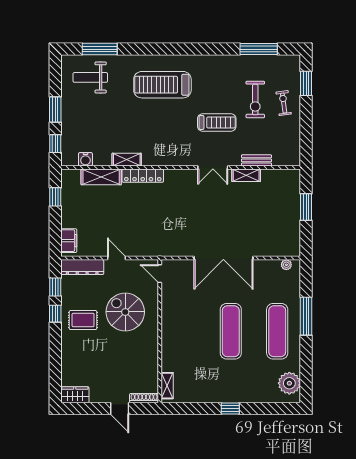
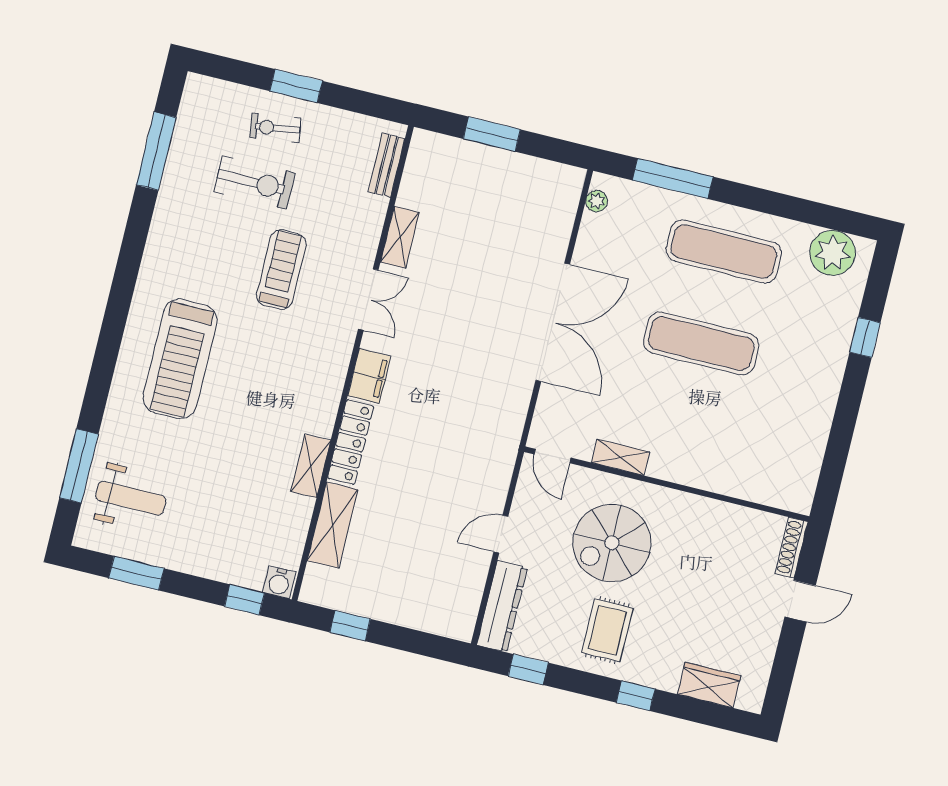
weight bench: (90, 77) -> (131, 498), turned -90
window: (306, 83) -> (296, 86), moved
window: (55, 110) -> (136, 573), moved
water cooler: (85, 159) -> (279, 582), moved, turned 90
bench: (256, 160) -> (386, 165), moved
filing cabinet: (69, 241) -> (369, 376), moved, turned 90
door: (160, 274) -> (553, 456), hinge flipped
window: (55, 314) -> (636, 696), moved
window: (306, 316) -> (673, 179), moved
shelving: (167, 386) -> (621, 457), moved
wardrobe: (75, 395) -> (709, 685), moved, turned 90
window: (230, 409) -> (865, 337), moved

